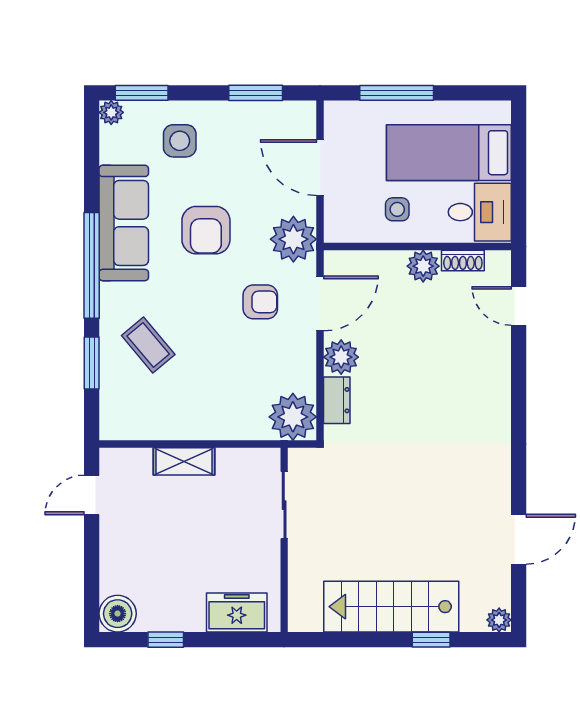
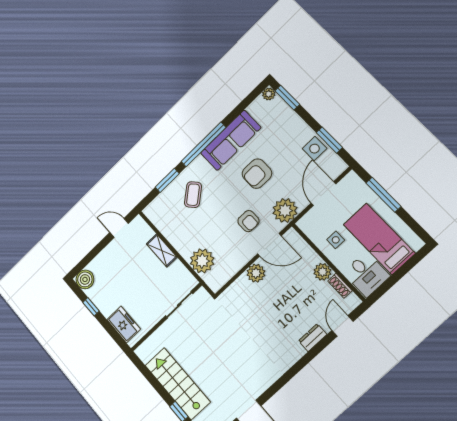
side table: (180, 141) -> (314, 149), moved
dresser: (337, 400) -> (313, 338), moved, turned 180
plant: (293, 417) -> (202, 261), moved

